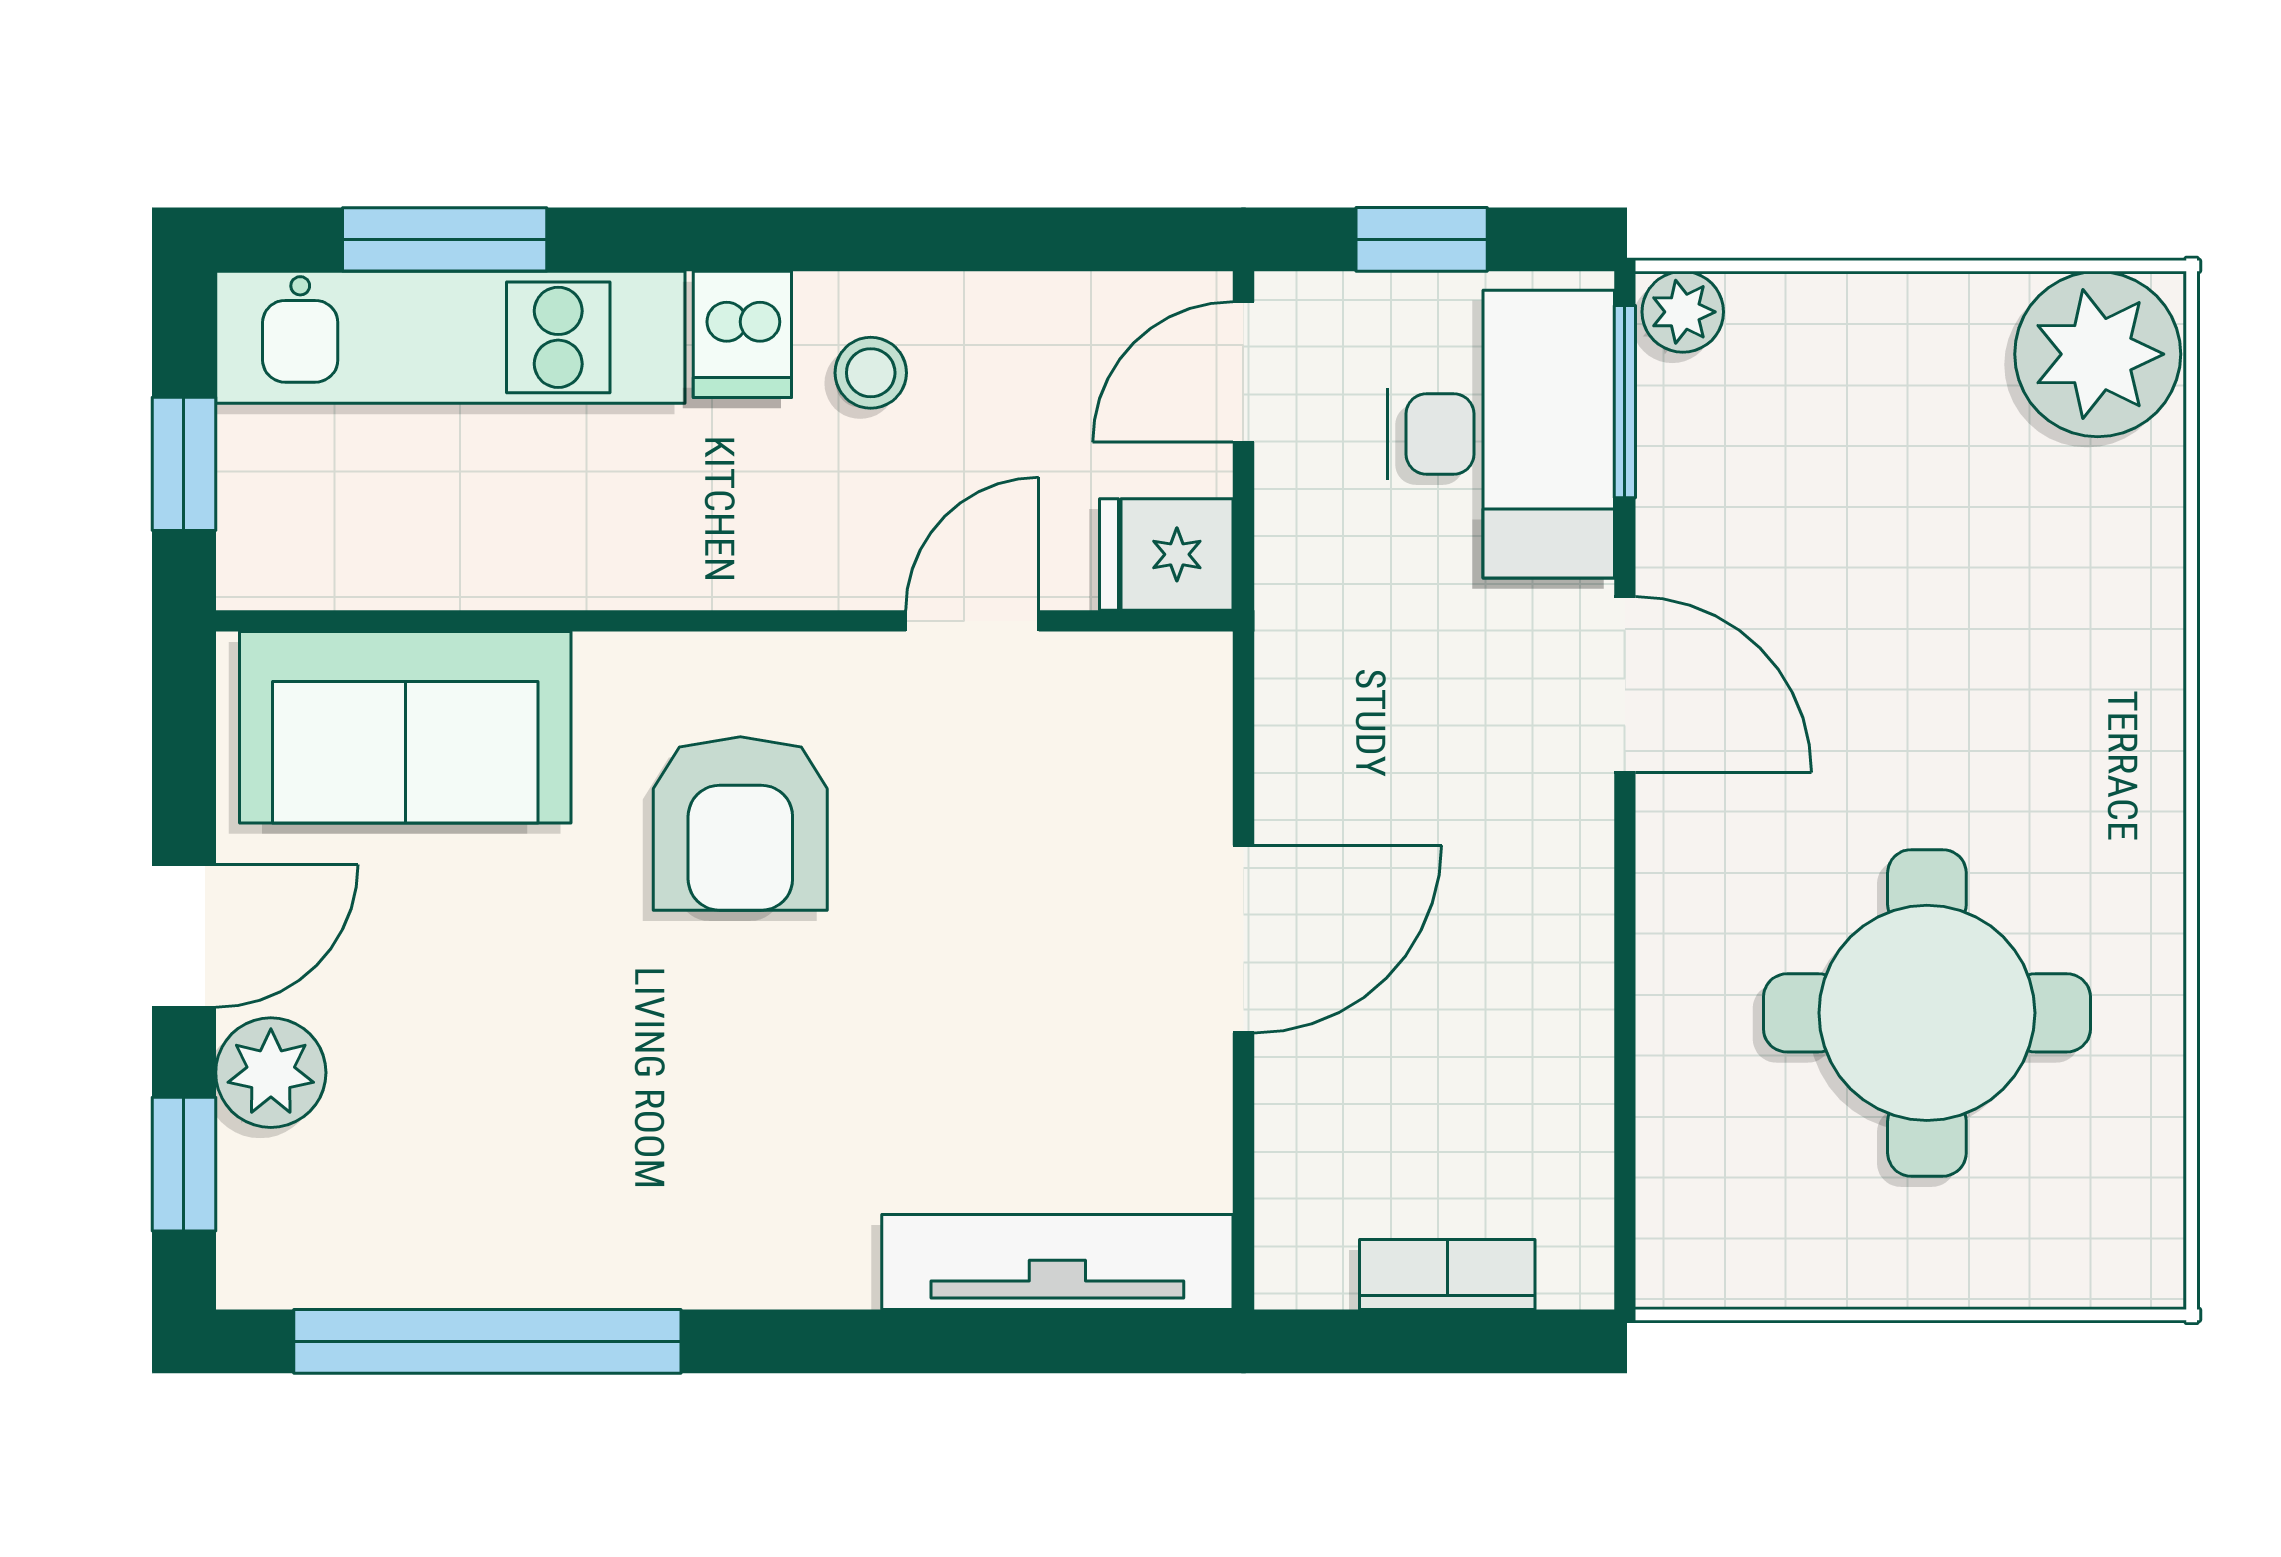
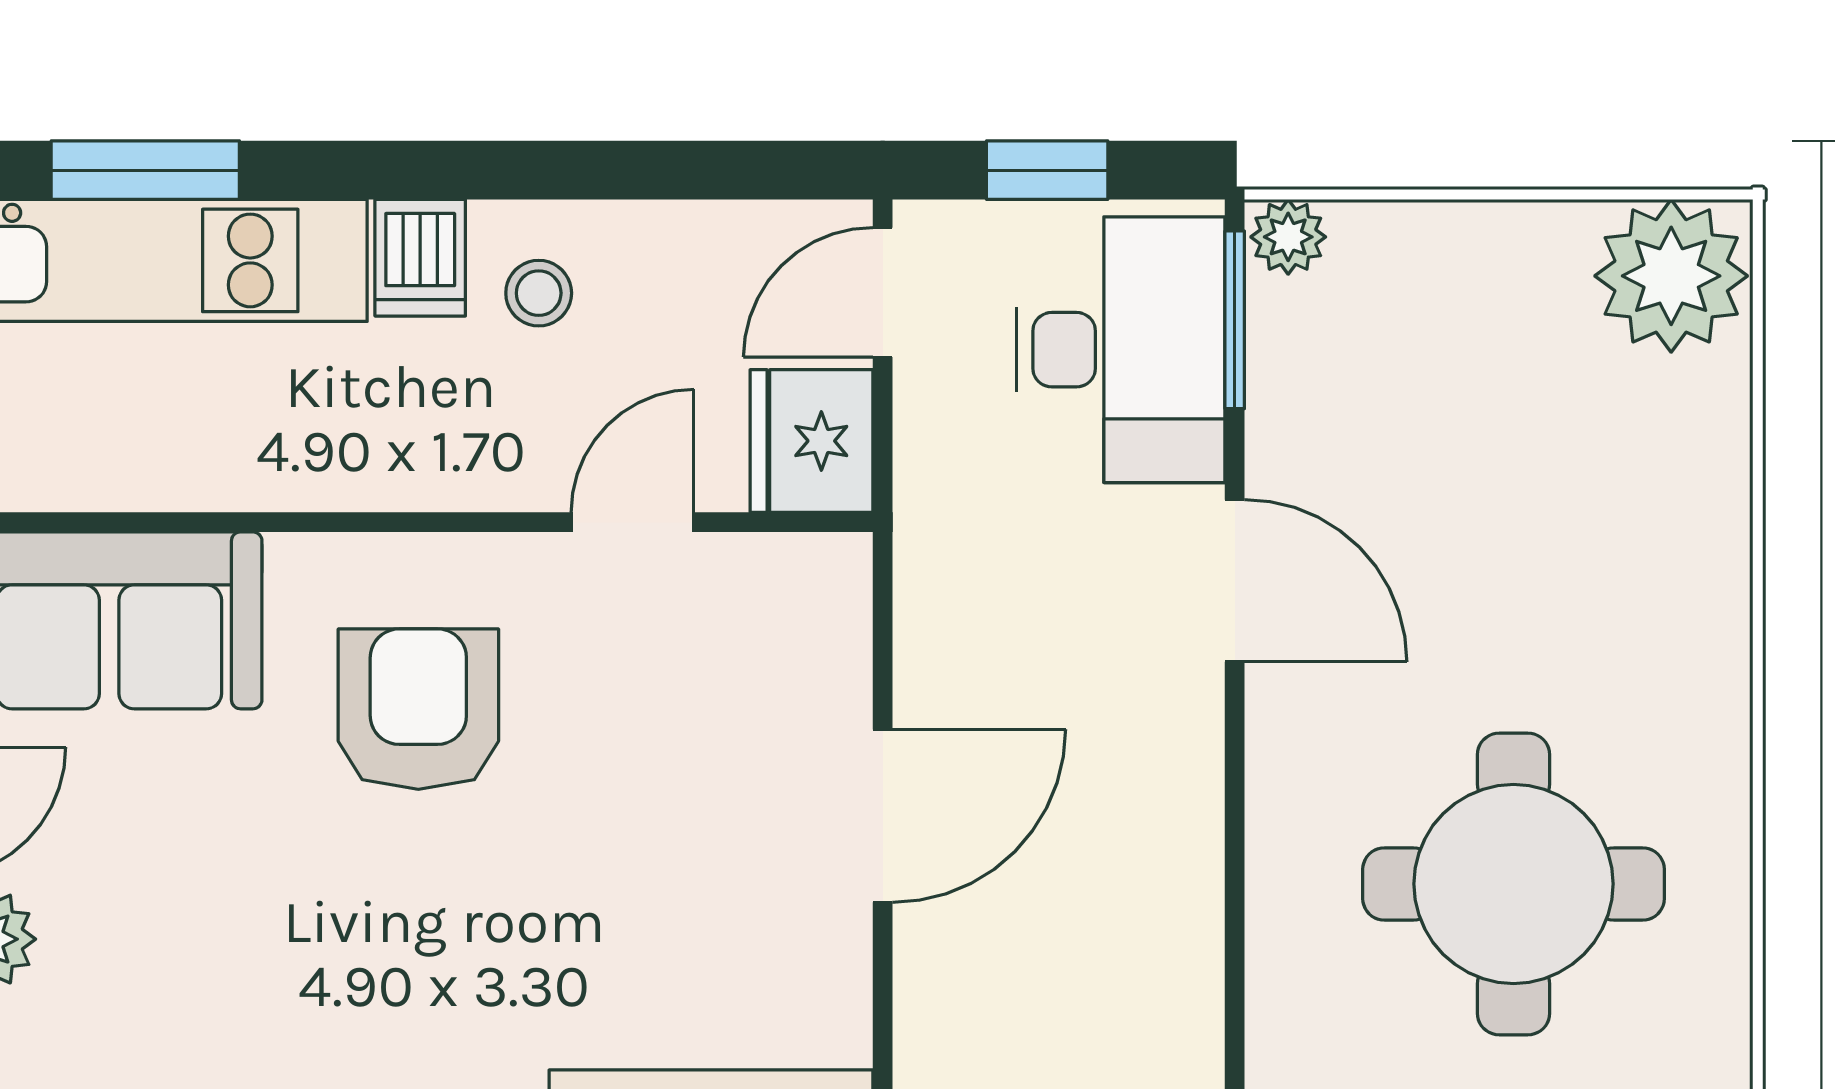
fridge: (1166, 554) -> (811, 441), width x1.38
armchair: (740, 823) -> (418, 709), turned 180

